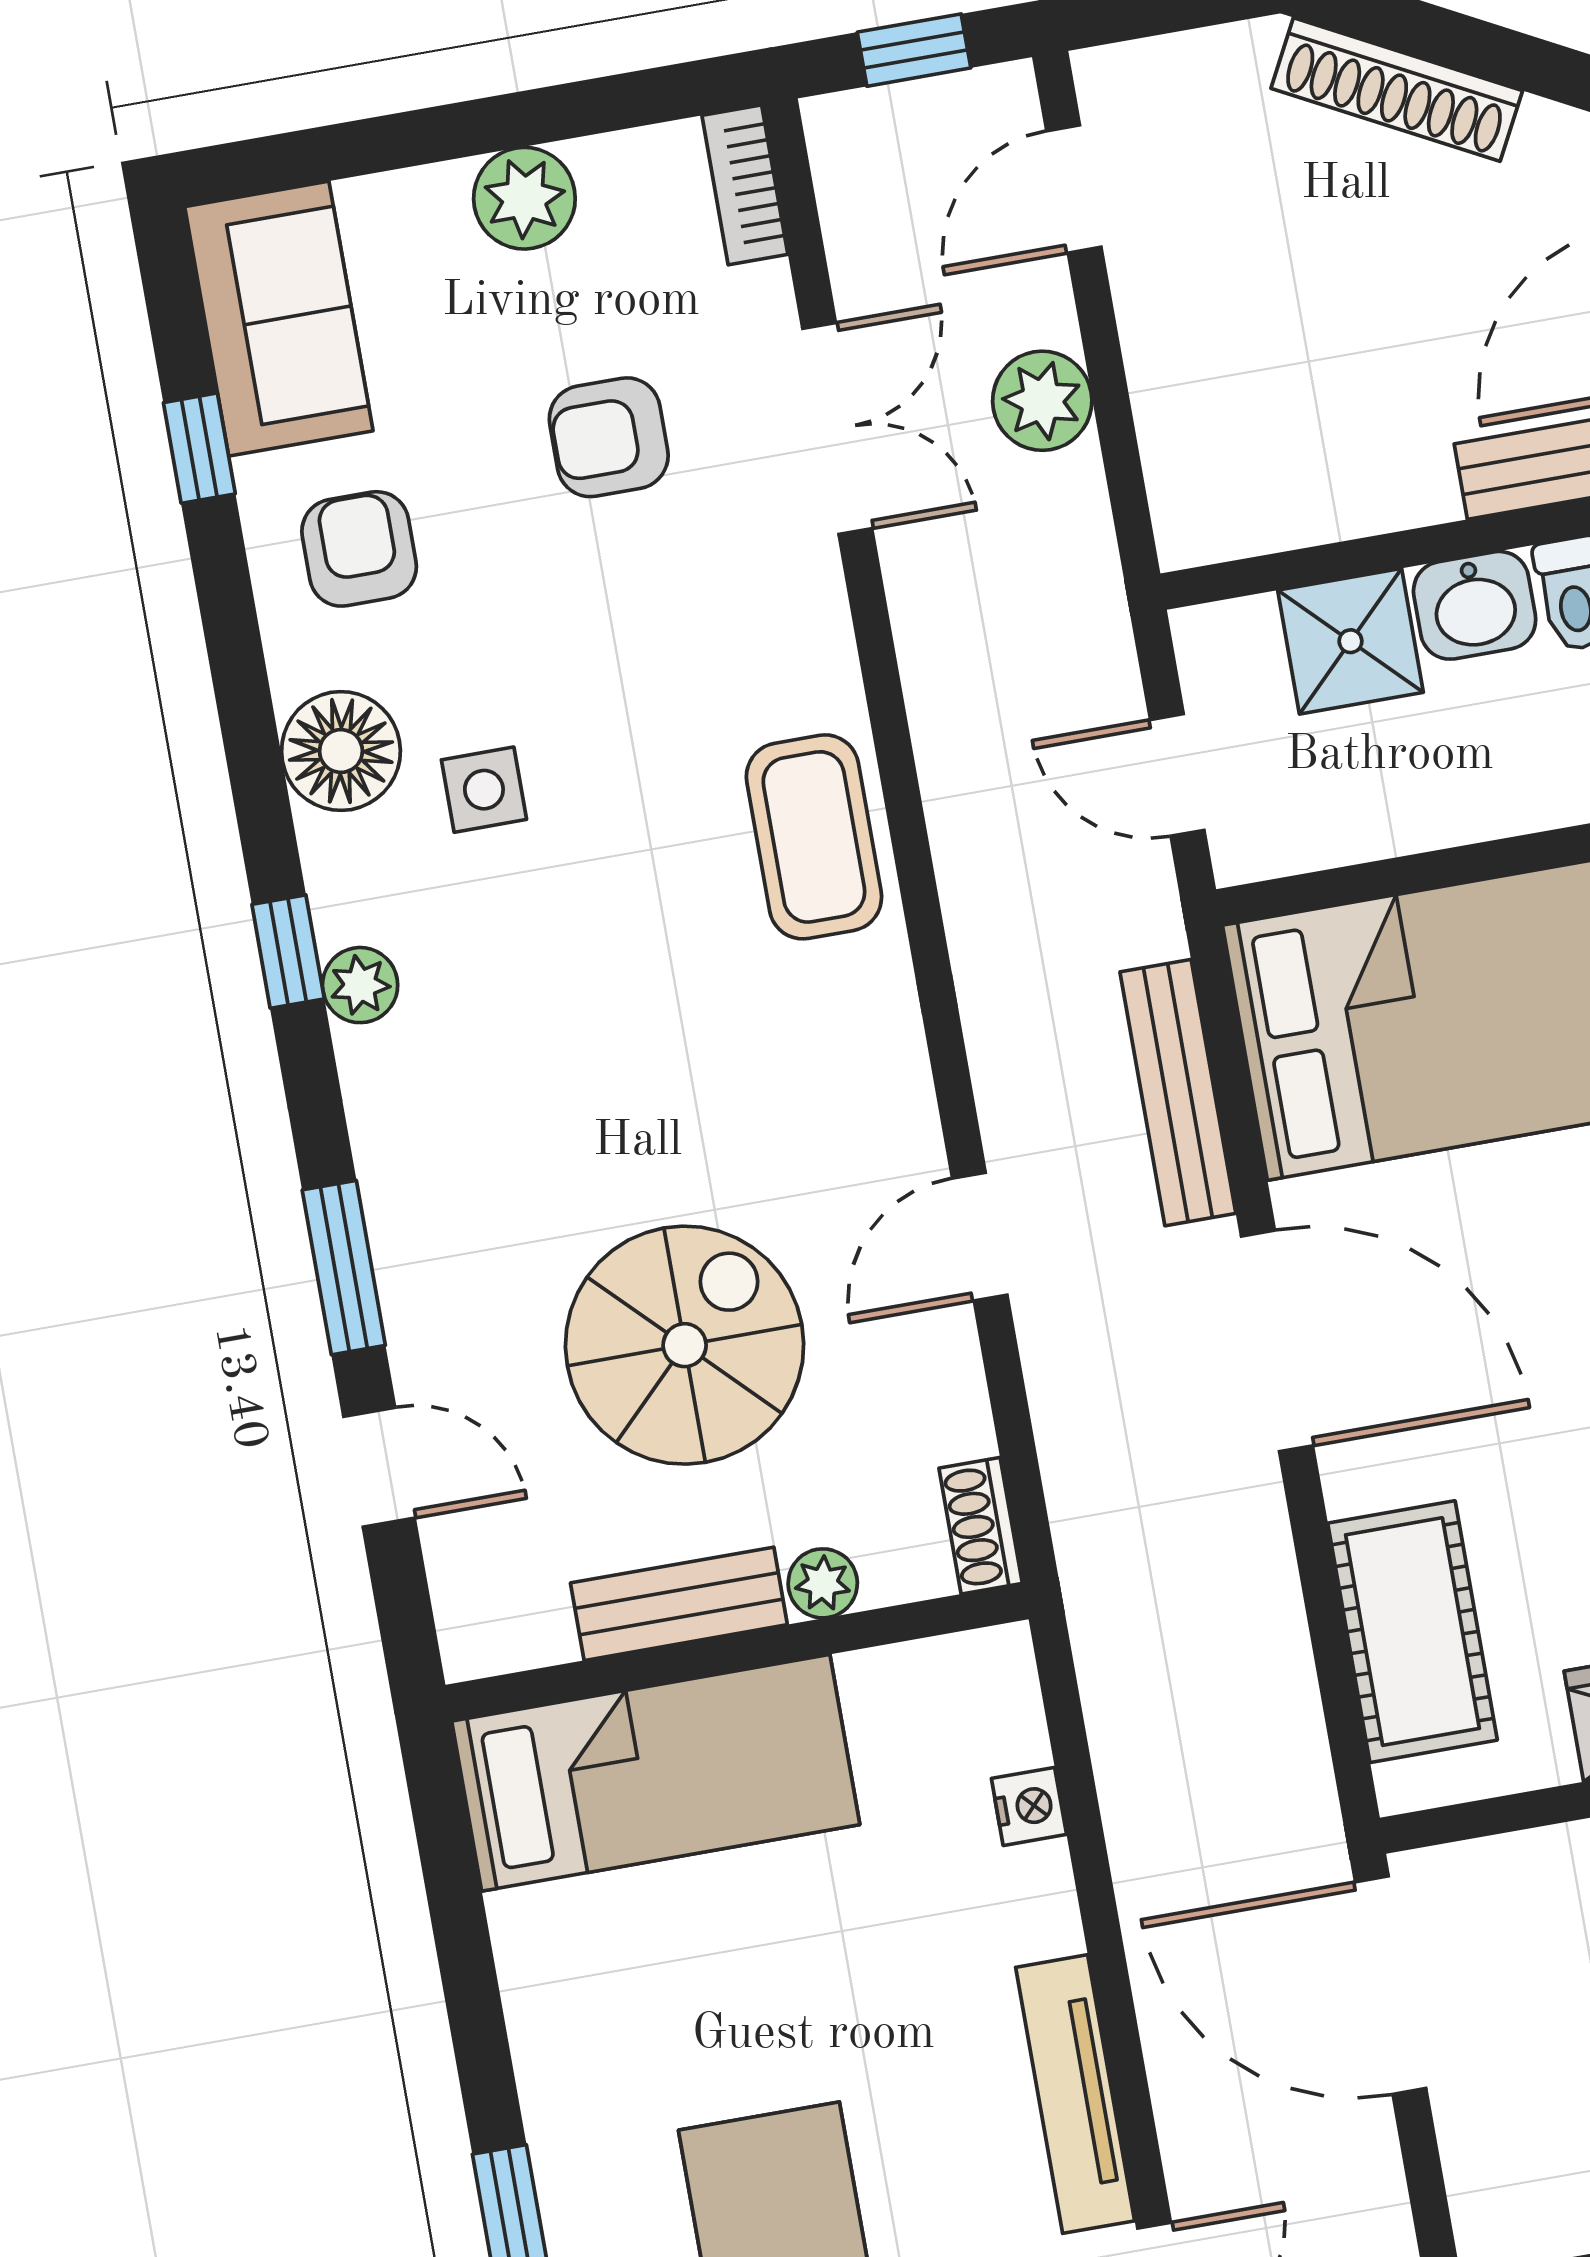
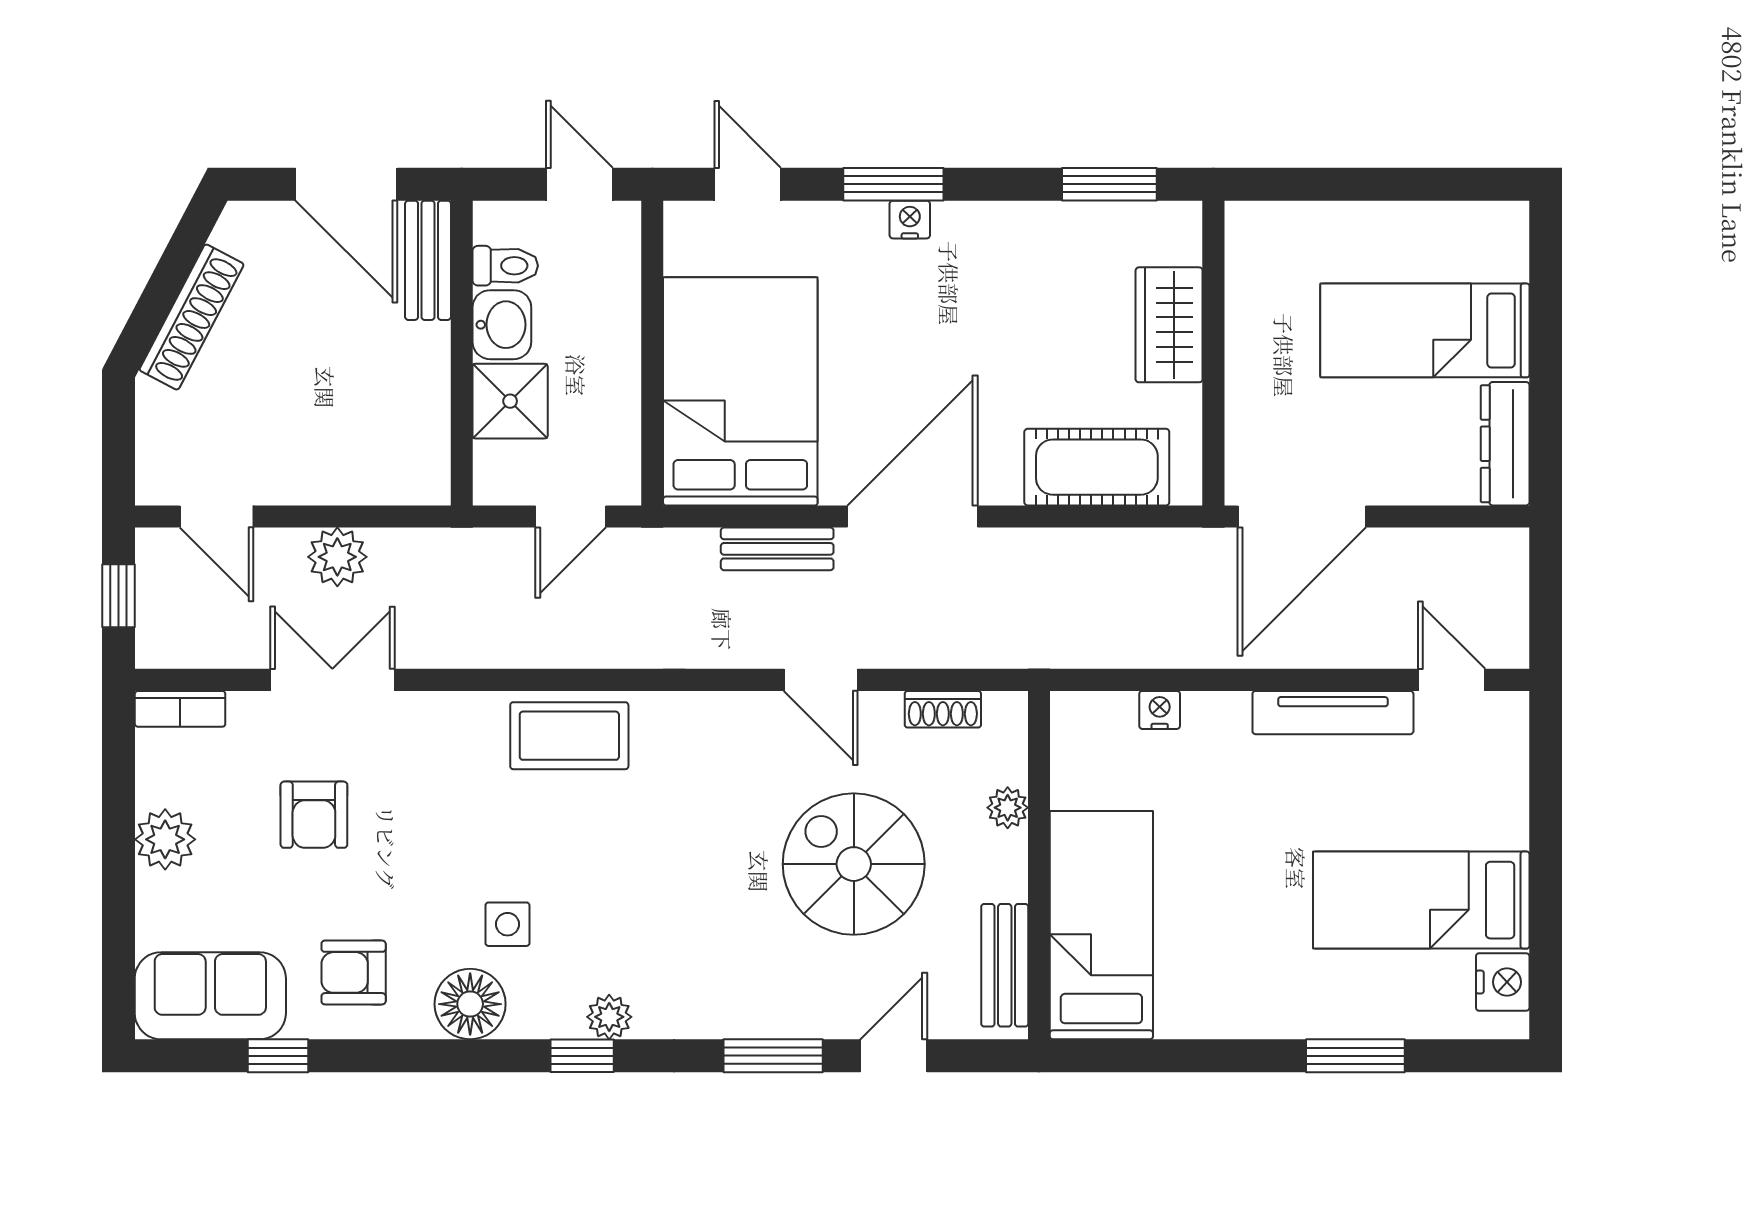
bench: (1178, 1093) -> (777, 549), width x0.73
shoe rack: (981, 1526) -> (943, 709), moved
bench: (679, 1604) -> (1005, 965), moved

